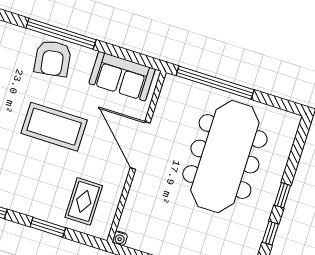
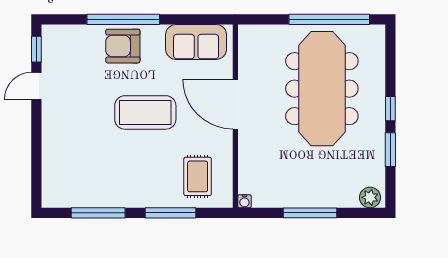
armchair: (53, 58) -> (123, 46), turned 98
window: (215, 83) -> (329, 19), moved
window: (48, 227) -> (170, 213), width x1.44
window: (270, 233) -> (390, 150), width x1.50

